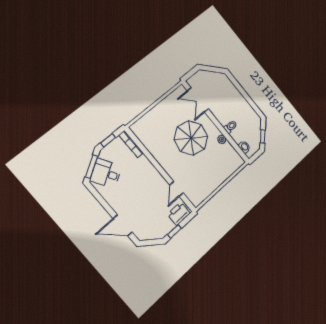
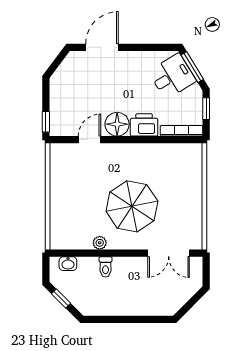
double door: (198, 100) -> (169, 253), swing flipped
floor lamp: (156, 181) -> (117, 124), added
door: (176, 189) -> (90, 140), hinge flipped
printer: (179, 214) -> (144, 125), moved, turned -90
window: (174, 231) -> (46, 122), moved

